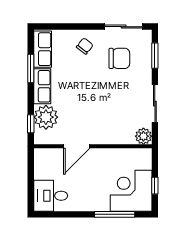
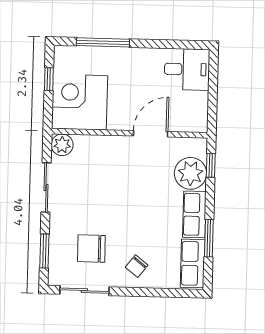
corner desk: (131, 191) -> (80, 102), moved, turned 180

